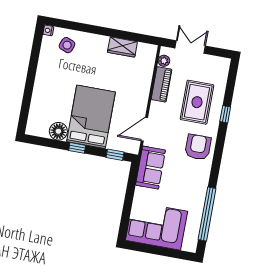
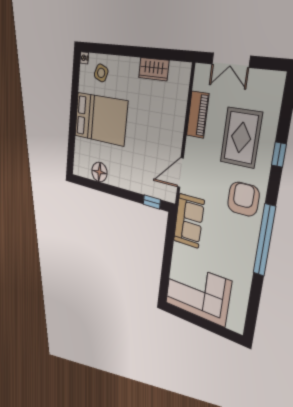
double door: (190, 47) -> (231, 60), swing flipped
plant: (164, 61) -> (199, 83), removed
bed: (91, 117) -> (100, 119), moved, turned 90
window: (77, 148) -> (116, 191), removed
window: (207, 214) -> (264, 240), moved

